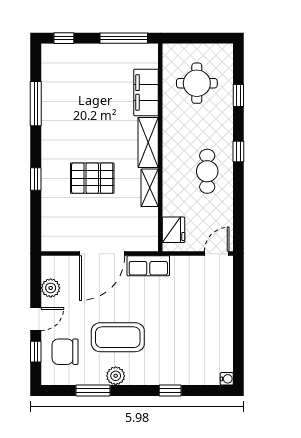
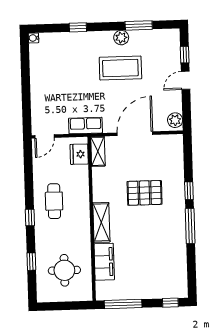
window: (36, 104) -> (190, 226), moved
shelving: (150, 188) -> (98, 151), moved
row of seats: (148, 266) -> (86, 126), moved
plant: (51, 288) -> (175, 120), moved
chair: (65, 352) -> (162, 55), removed

